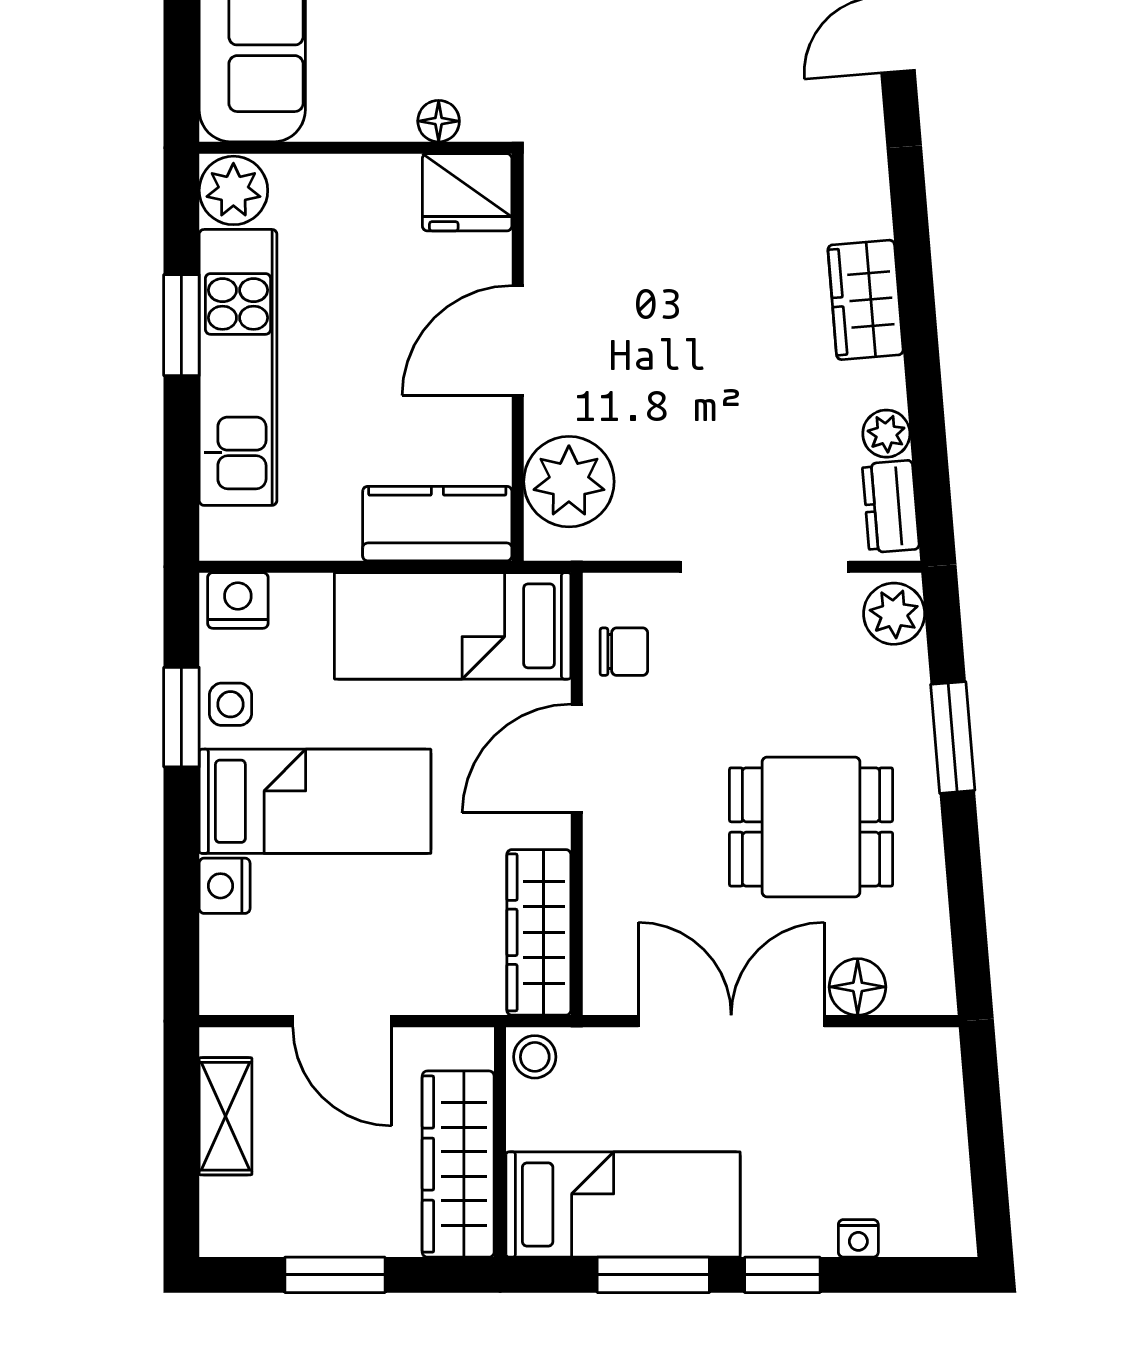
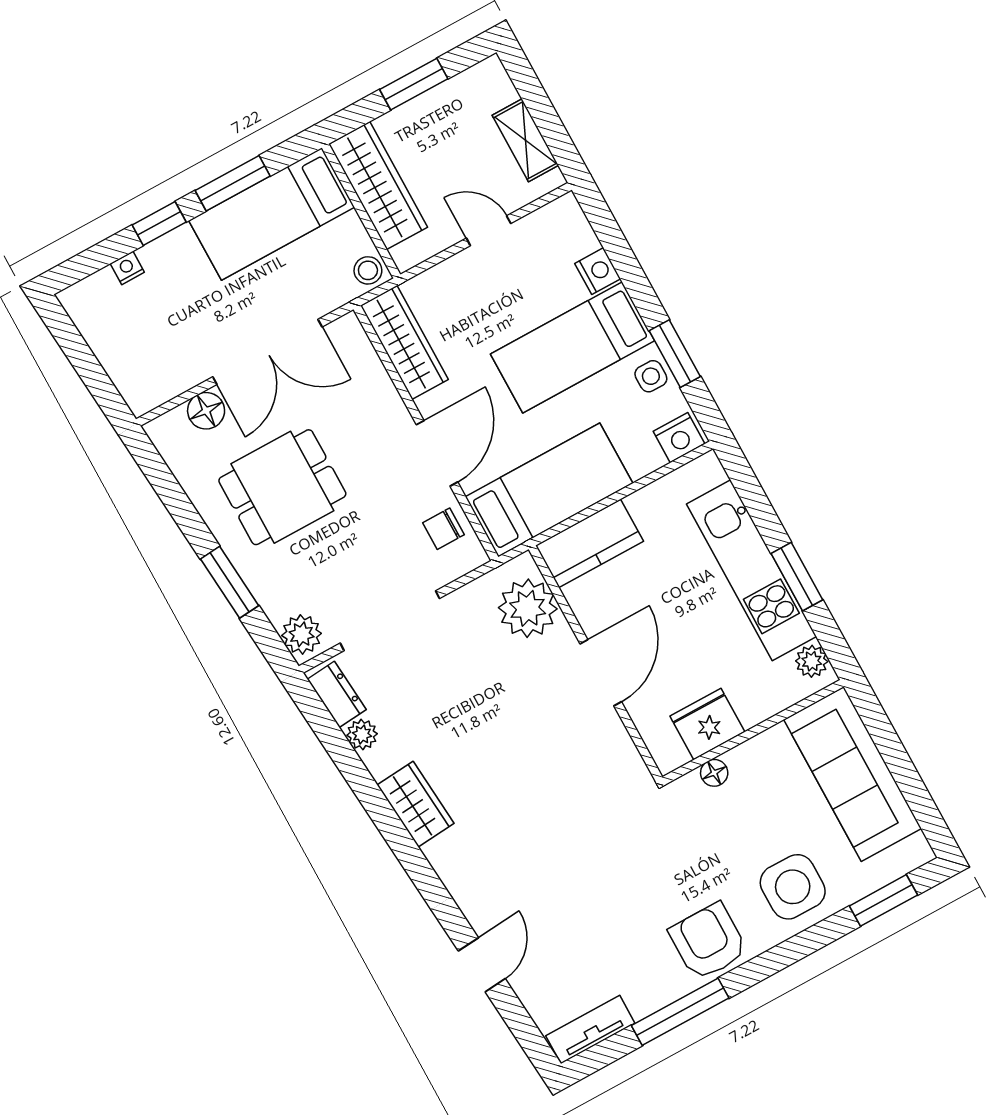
plant: (233, 190) -> (812, 661), width x0.73, depth x0.73
fridge: (467, 192) -> (707, 724), moved
door: (342, 1021) -> (489, 231), width x0.73

